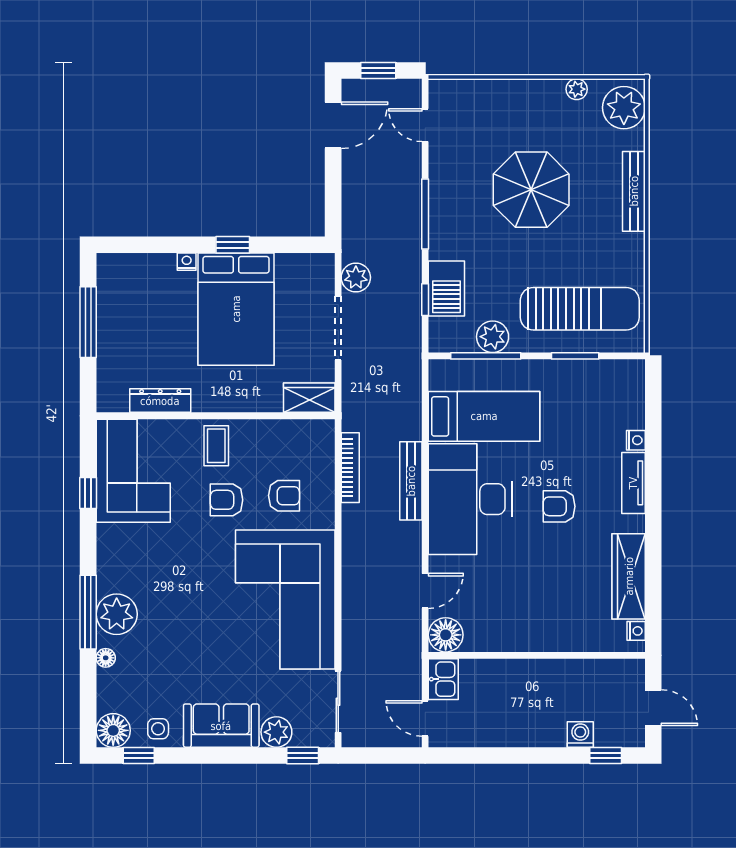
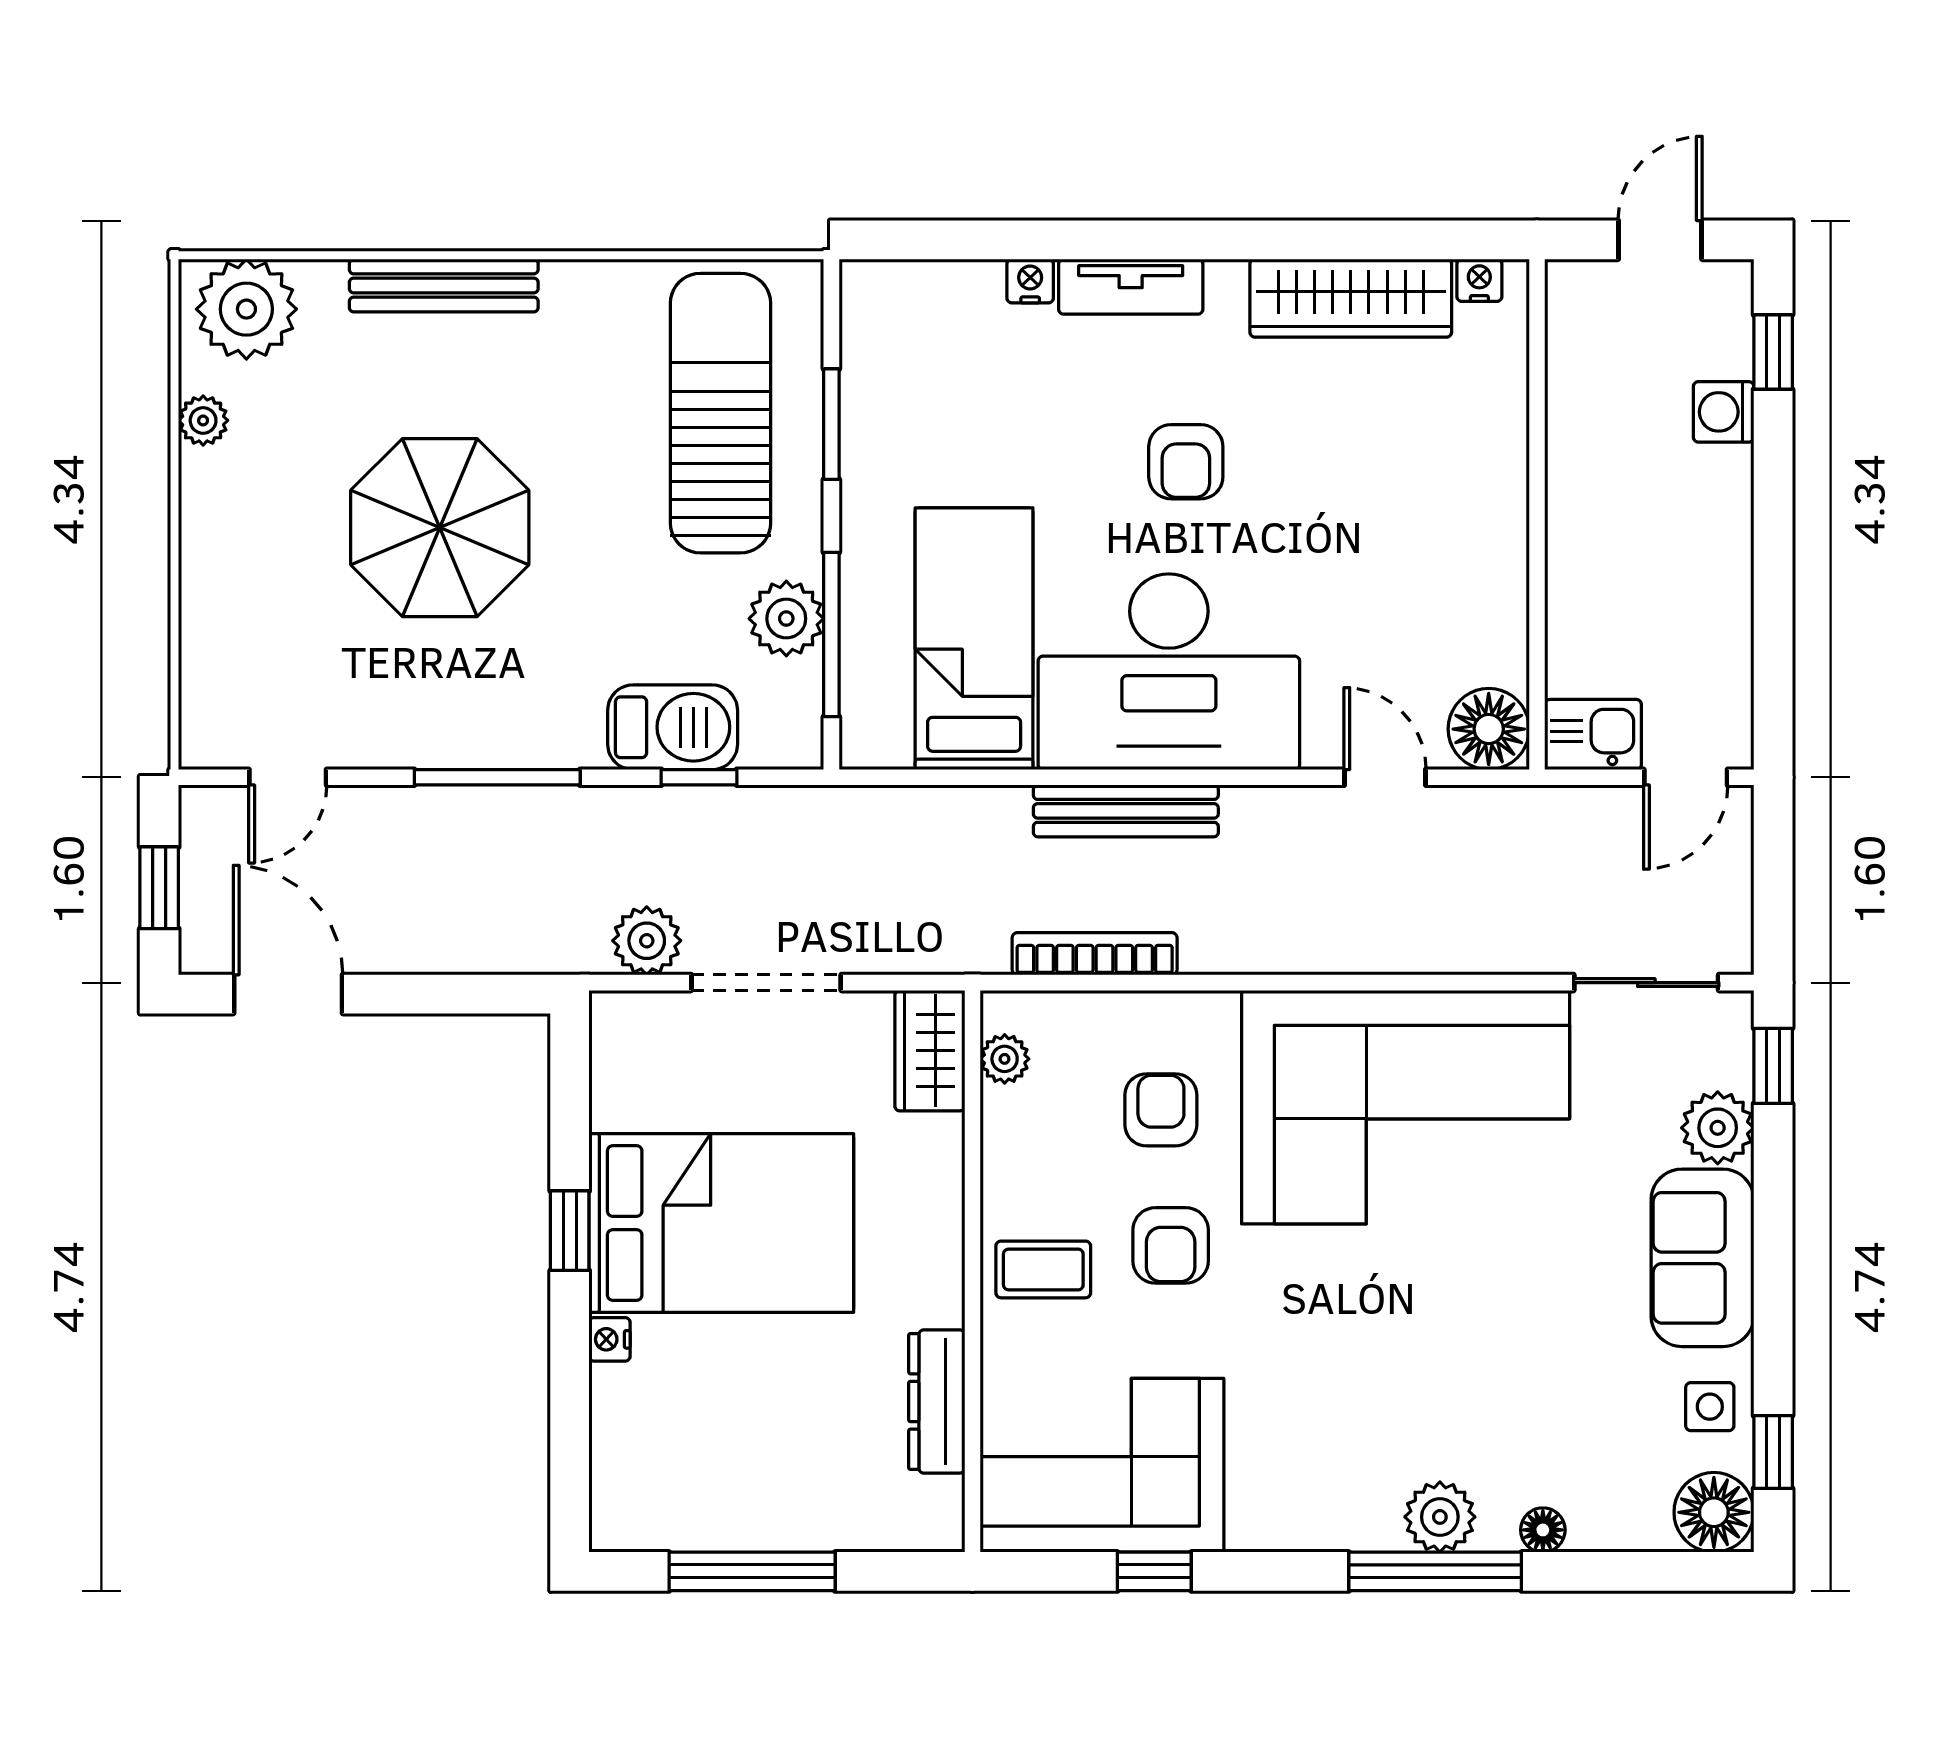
plant: (306, 429) -> (1005, 1059), added
plant: (117, 614) -> (1440, 1517), width x0.73, depth x0.73

